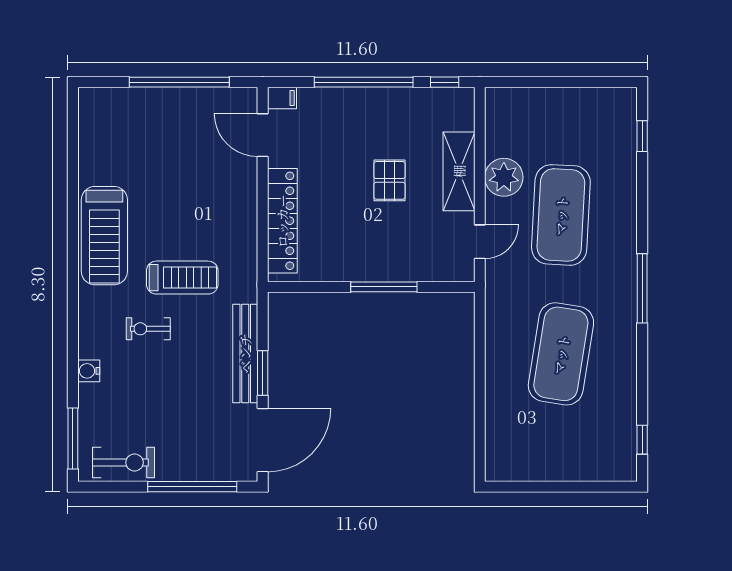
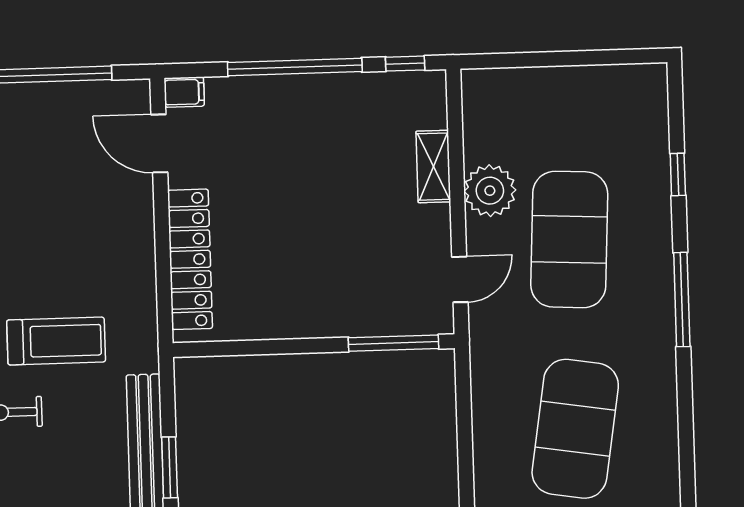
window: (642, 136) -> (678, 174), moved
shelving: (459, 171) -> (433, 167), width x0.67, depth x0.75
pallet: (390, 180) -> (334, 200), removed
window: (384, 287) -> (394, 343), moved
window: (642, 288) -> (682, 300), moved

